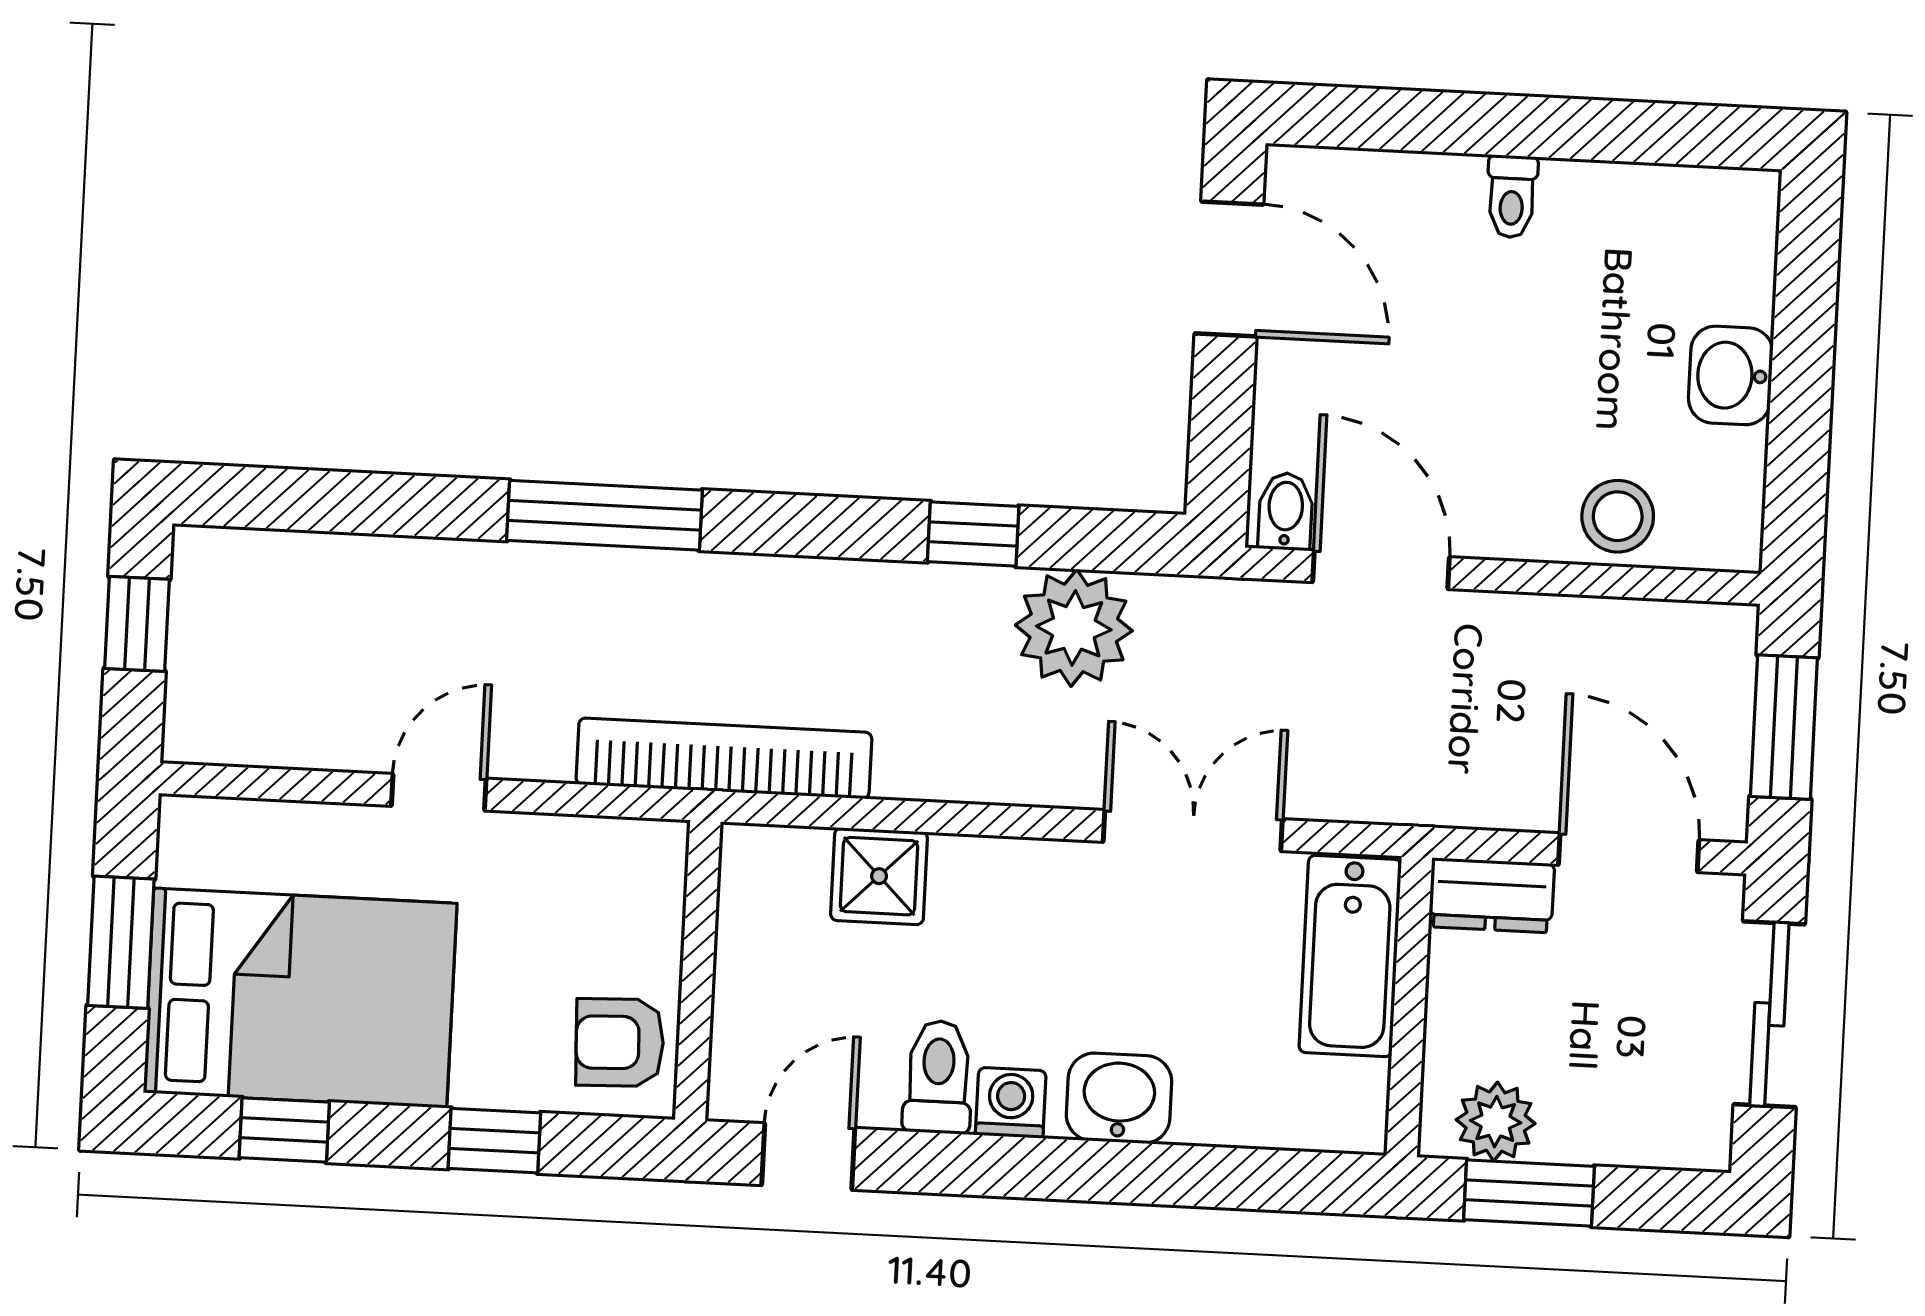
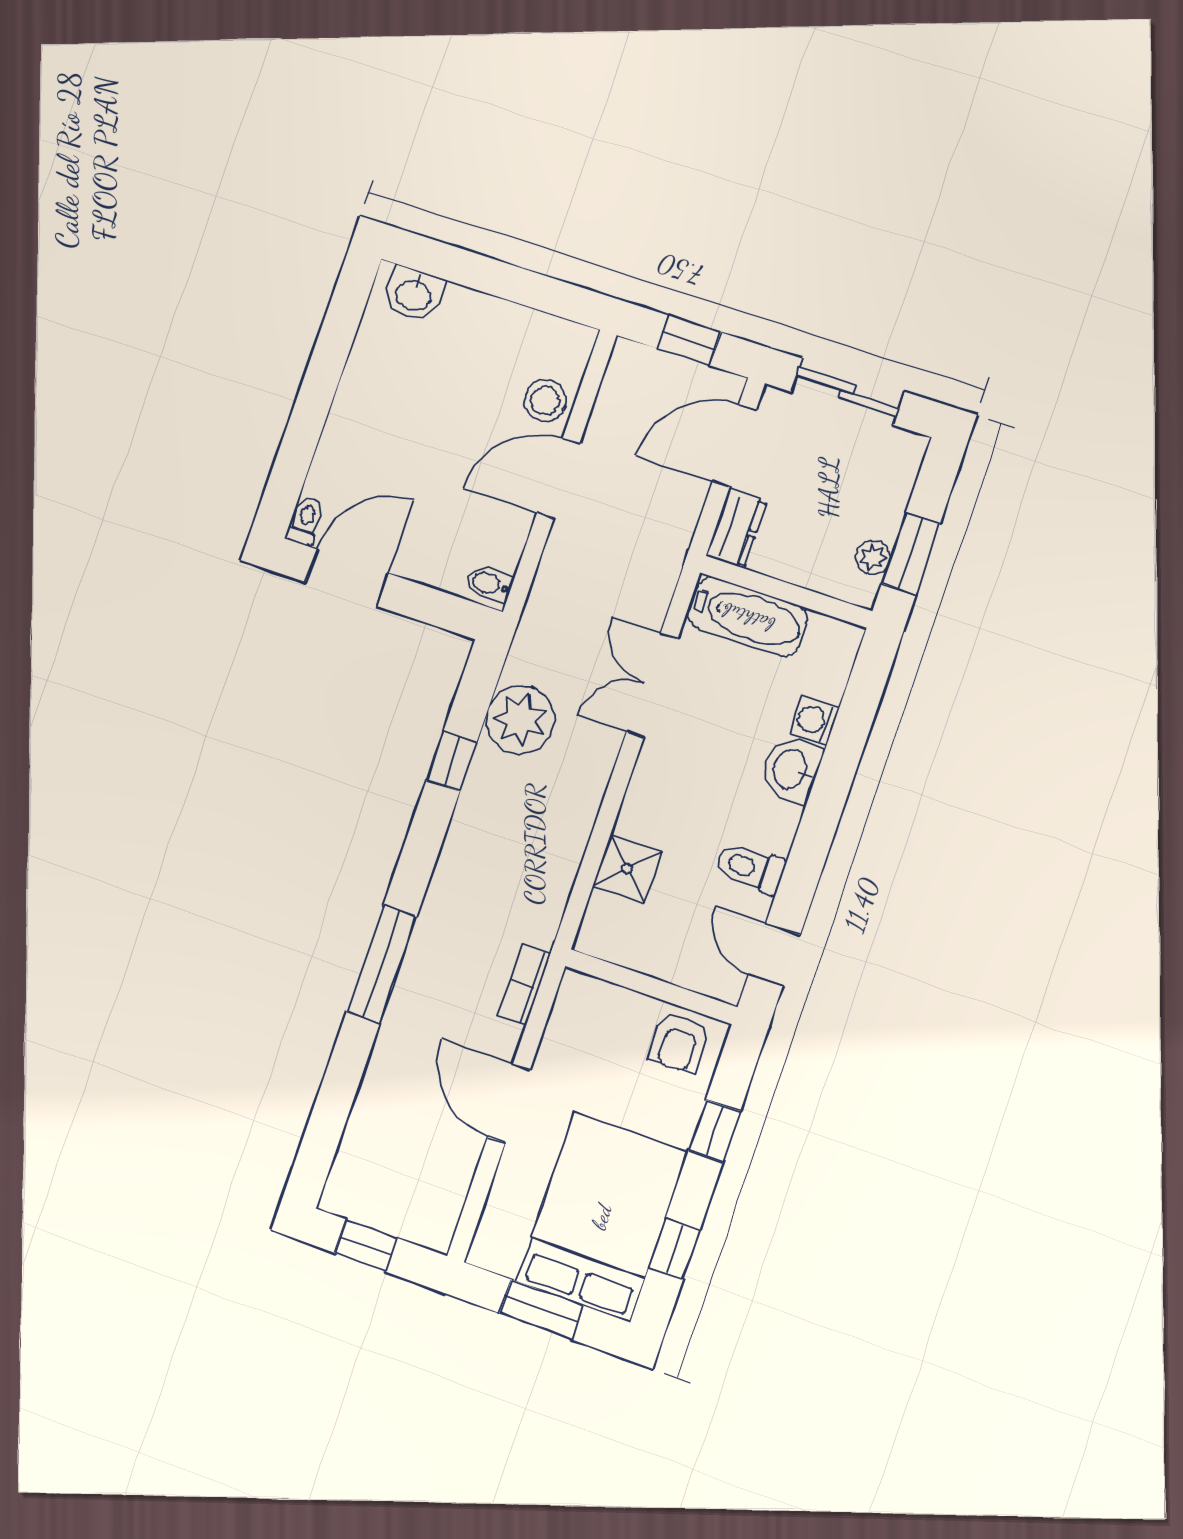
toilet: (1512, 196) -> (305, 521), moved, turned -90
washbasin: (1731, 375) -> (414, 294), moved
door: (1381, 570) -> (558, 478), moved
window: (1784, 727) -> (689, 340), width x0.67
bookcase: (724, 758) -> (525, 984), width x0.43, depth x0.76
door: (439, 792) -> (509, 1103), width x1.38
washing machine: (1011, 1103) -> (814, 720), moved
plant: (1496, 1122) -> (873, 557), width x0.73, depth x0.73

